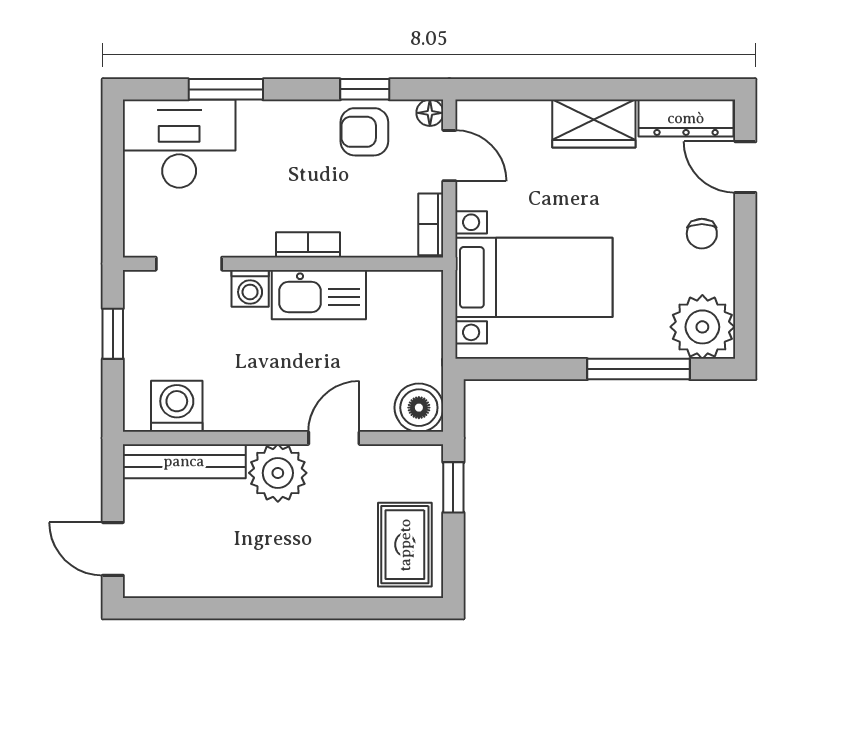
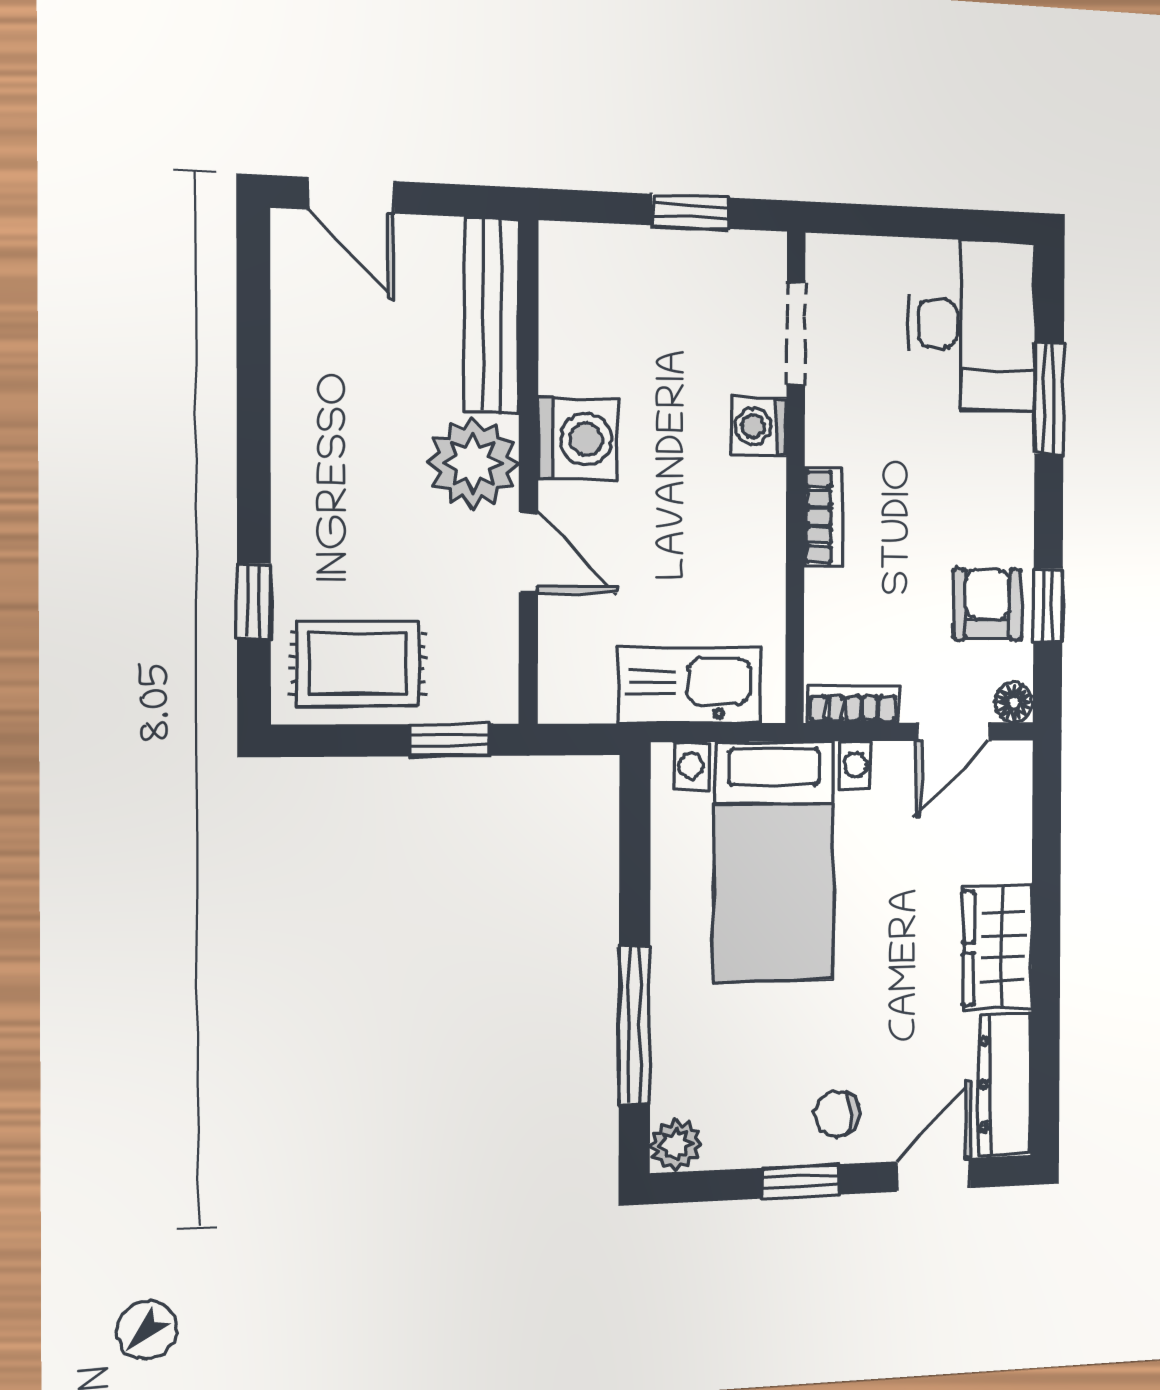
window: (745, 258) -> (801, 1181), added
kitchen sink: (319, 295) -> (690, 685), moved, turned 90
plant: (702, 327) -> (676, 1145), width x0.53, depth x0.53
washing machine: (177, 406) -> (578, 439), moved
boiler: (419, 408) -> (576, 686), removed
door: (113, 549) -> (351, 195), swing flipped
window: (366, 608) -> (254, 601), added

